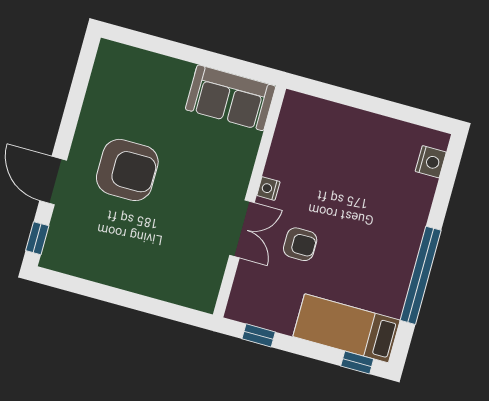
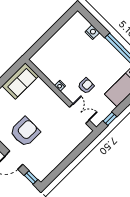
nightstand: (431, 162) -> (92, 32), moved
double door: (242, 229) -> (79, 114), moved

